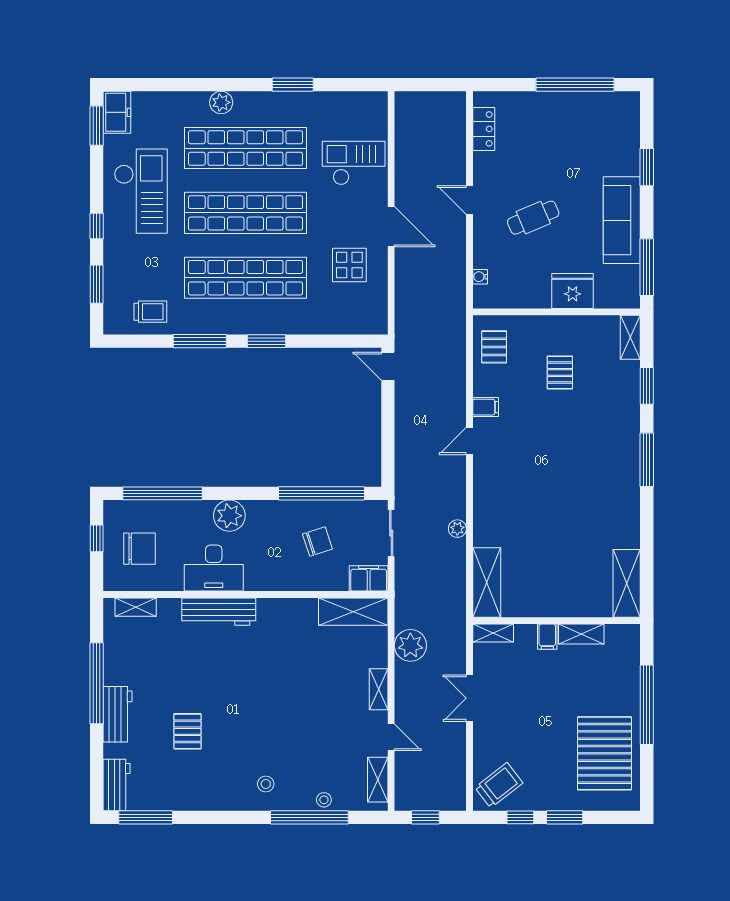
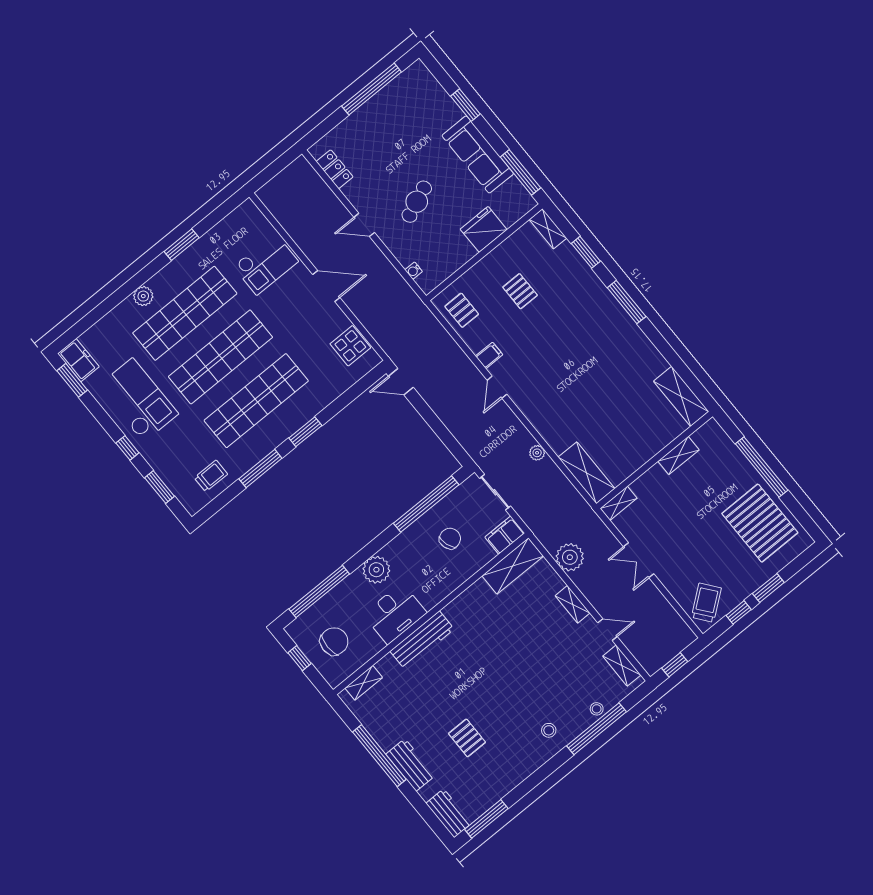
checkout: (354, 163) -> (266, 264), turned 180
display table: (349, 265) -> (350, 346), moved
filing cabinet: (547, 637) -> (657, 476), removed

